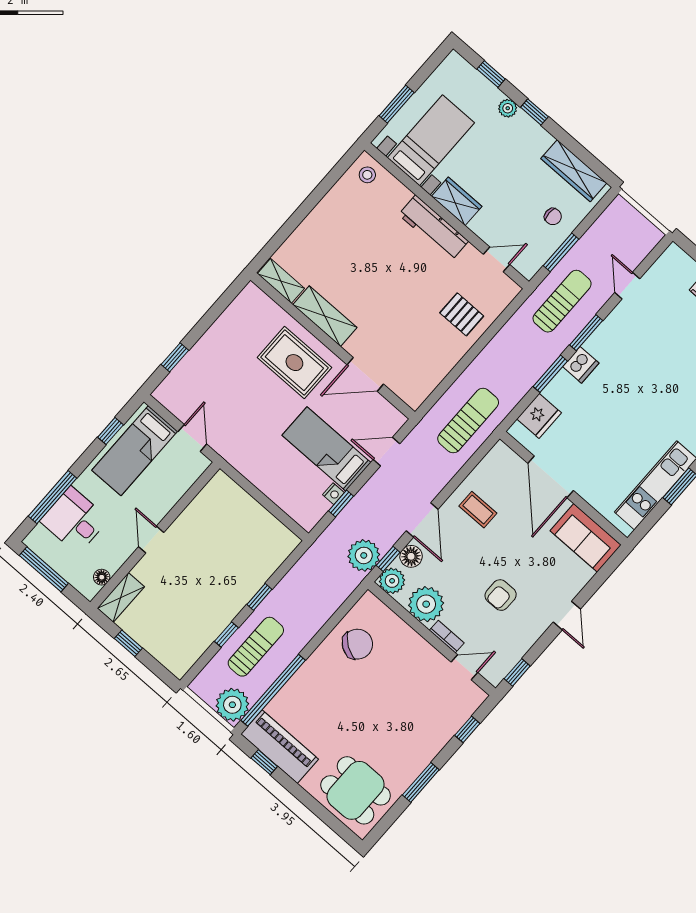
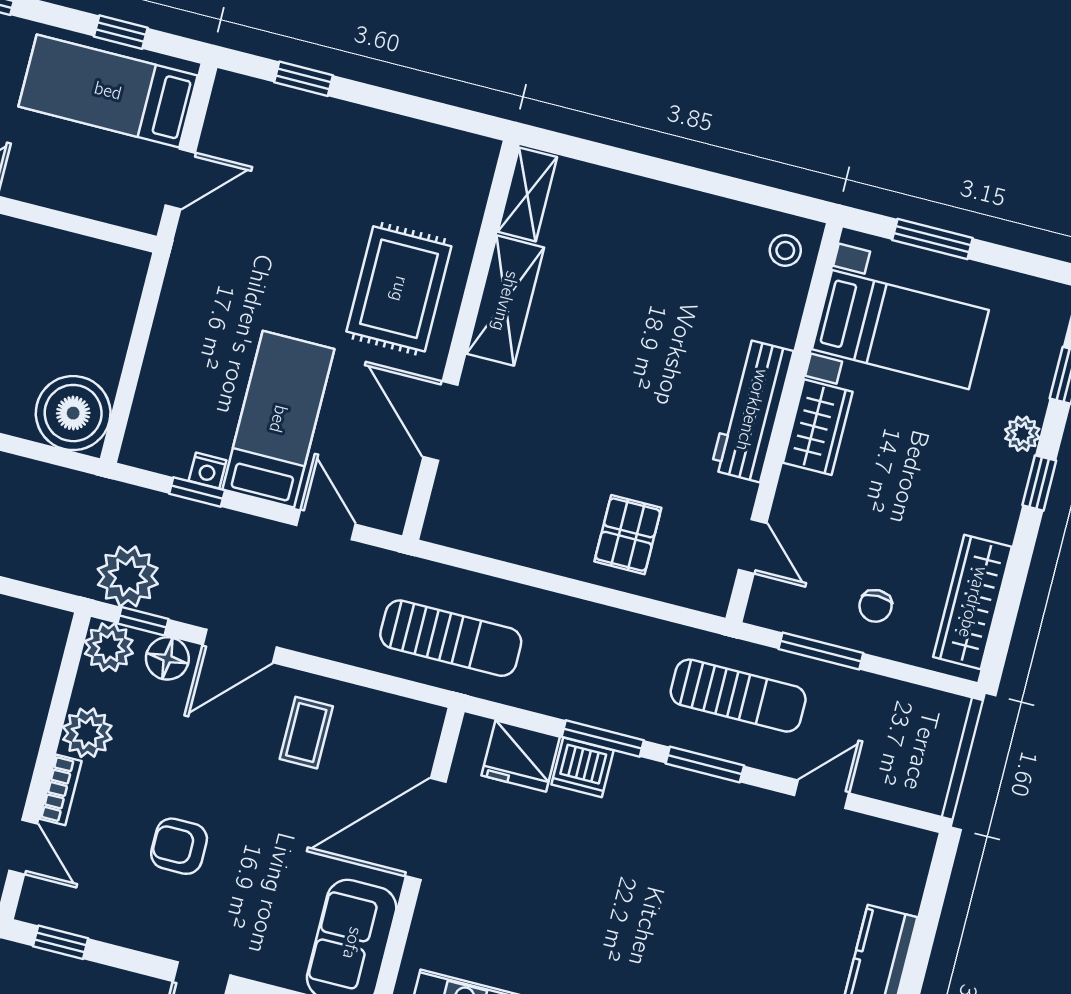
dishwasher: (581, 365) -> (582, 767), moved
boiler: (275, 542) -> (73, 413), added
plant: (426, 604) -> (87, 733), width x0.73, depth x0.73

